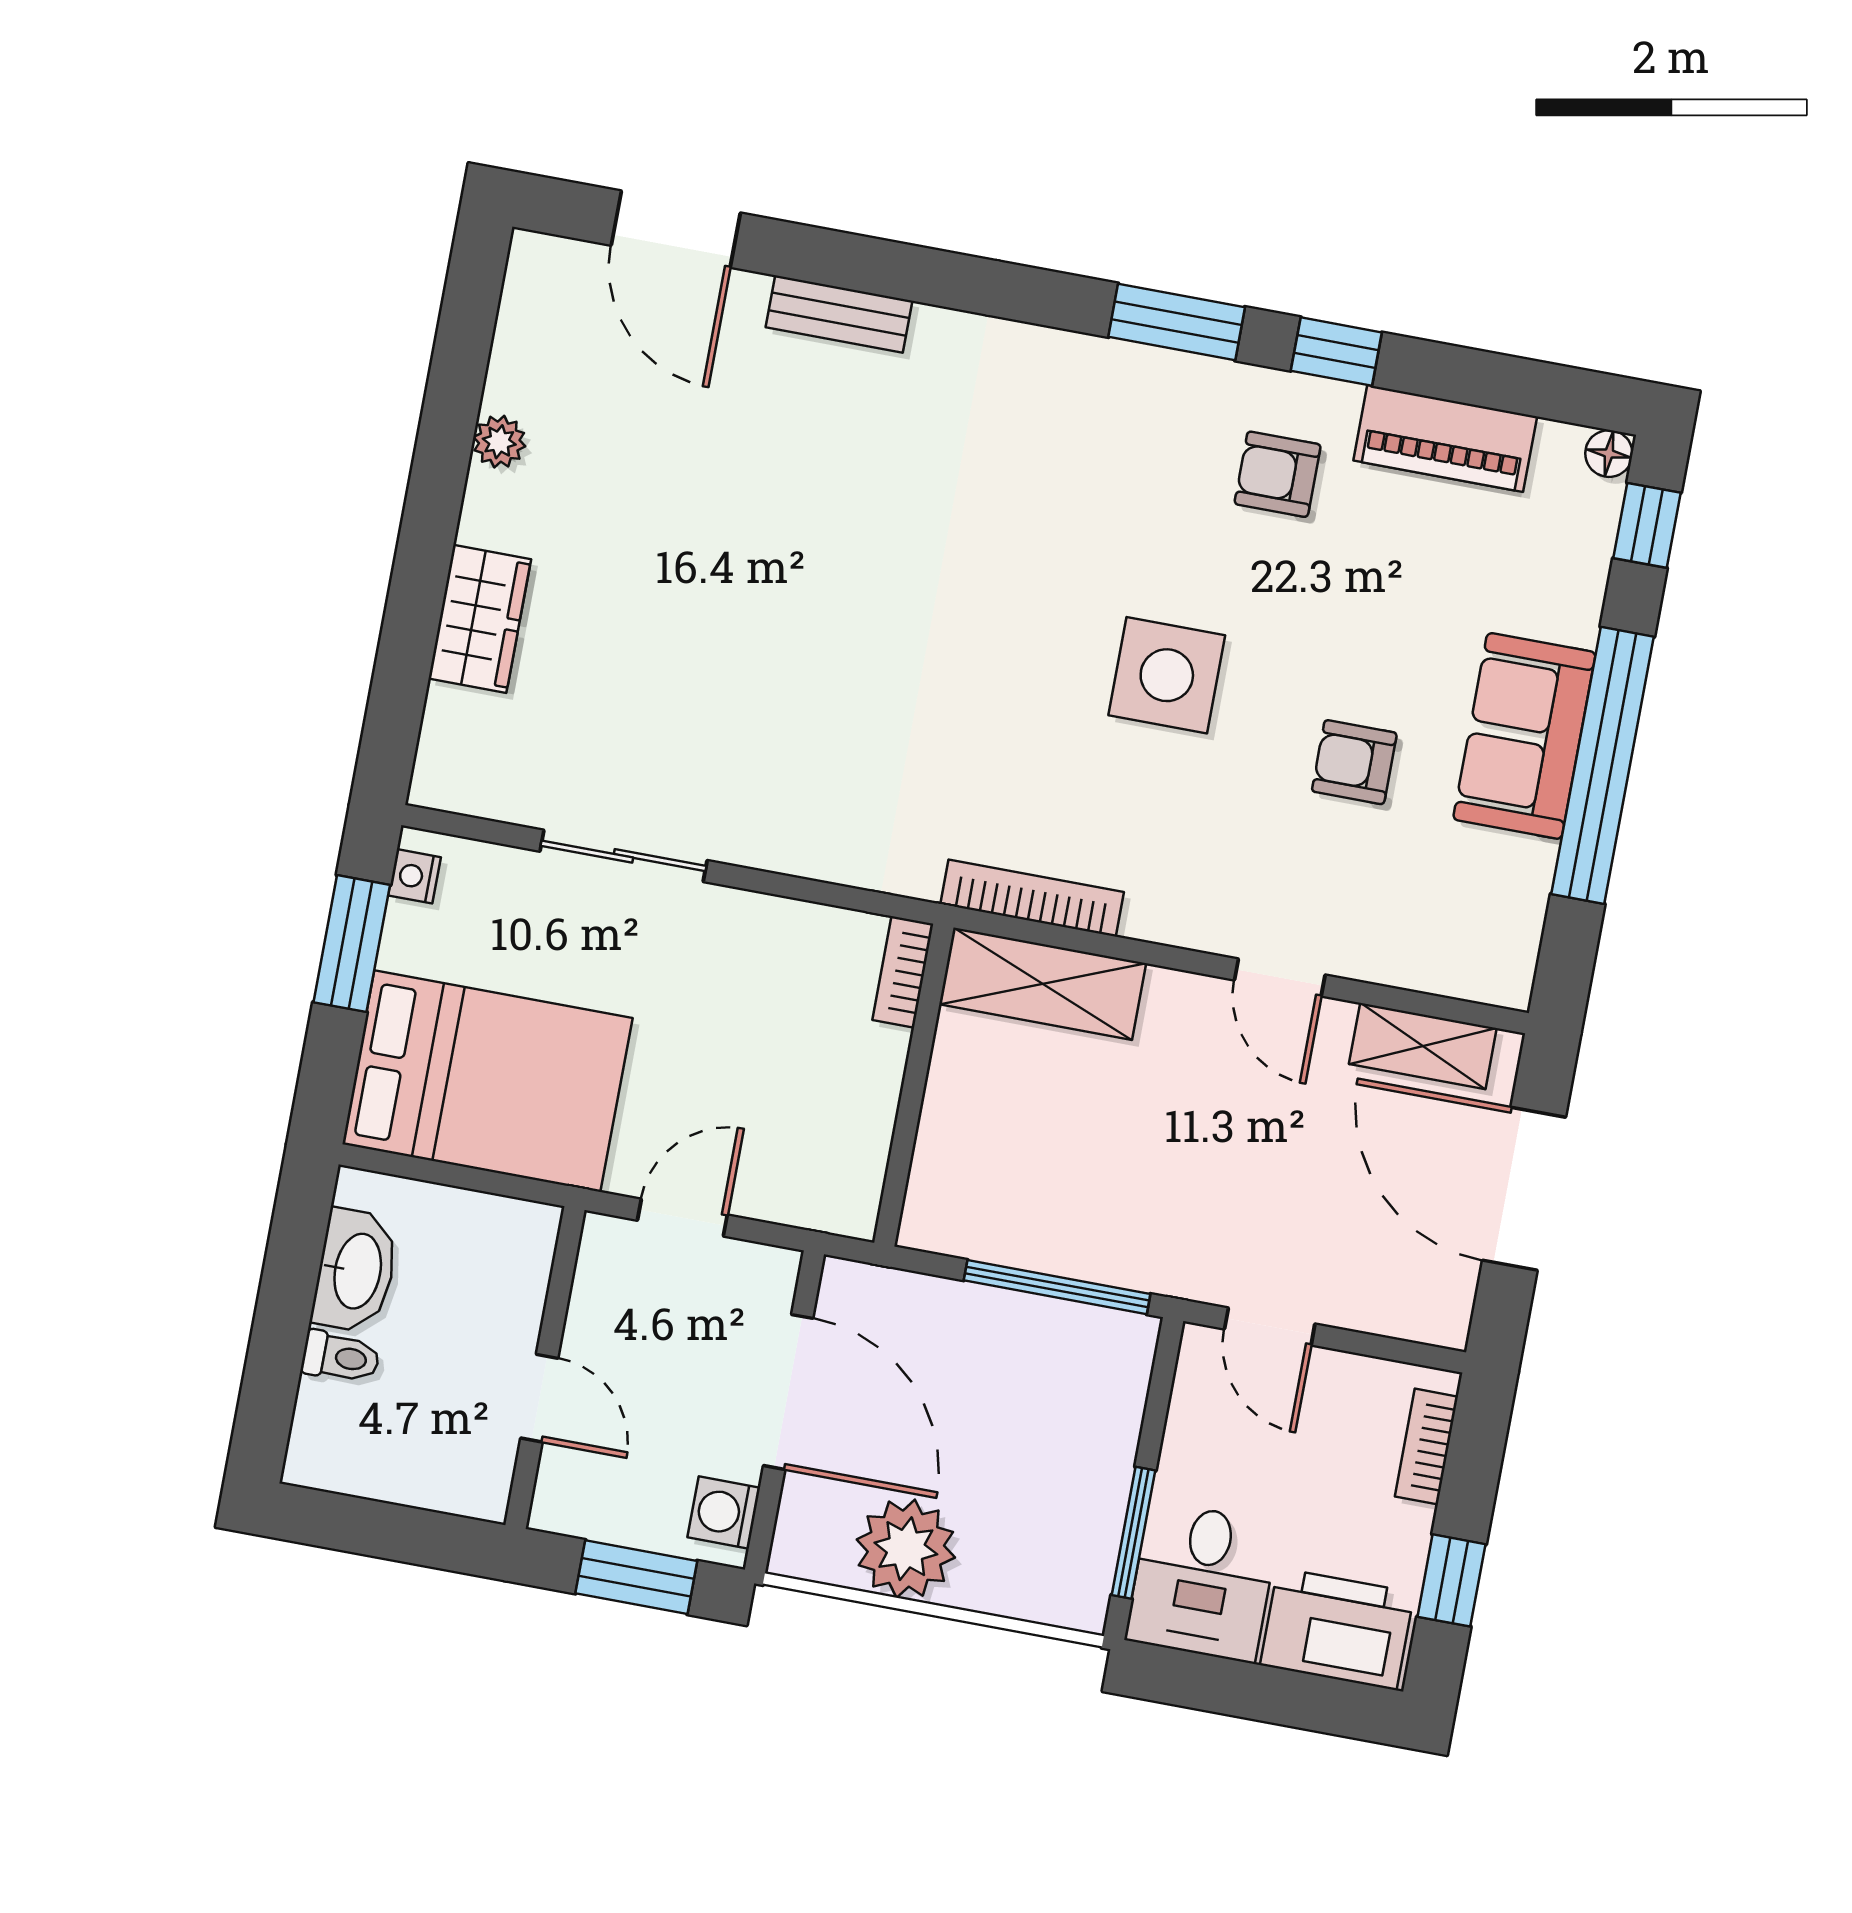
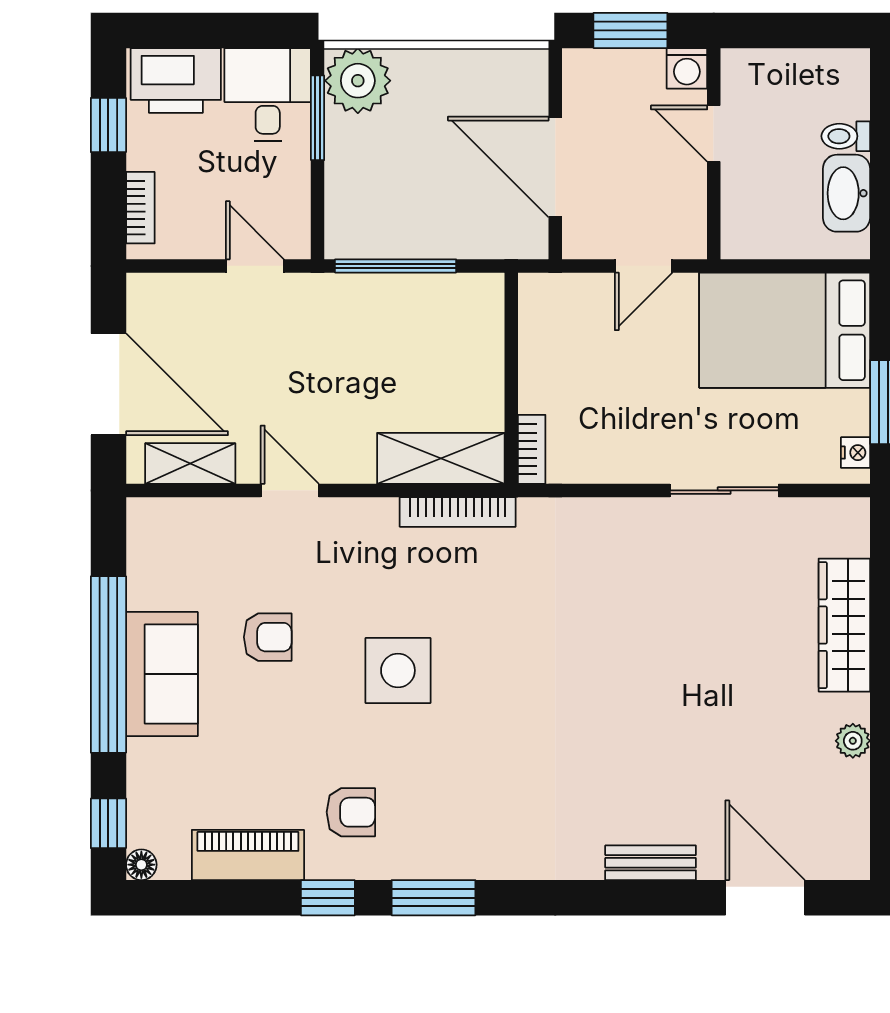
wardrobe: (480, 619) -> (844, 625), width x1.50
washing machine: (724, 1513) -> (687, 68), moved, turned 90
plant: (906, 1549) -> (358, 81), moved

